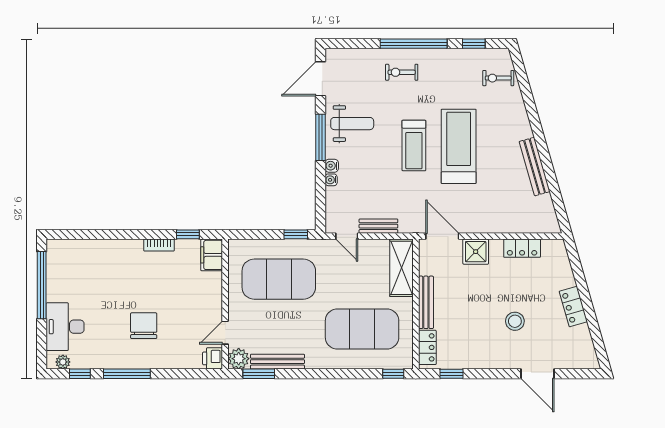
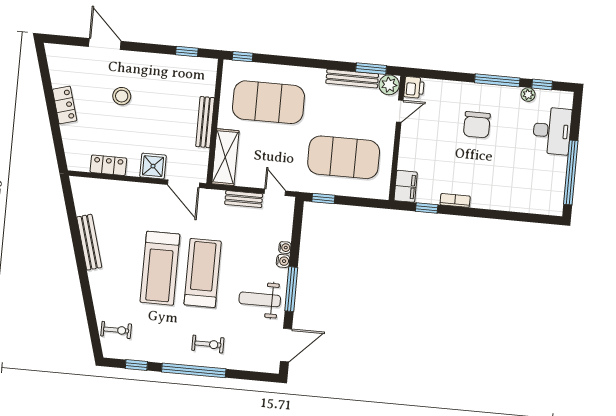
treadmill: (414, 146) -> (203, 273), width x1.37, depth x1.38
locker: (427, 347) -> (208, 79), removed
plant: (63, 362) -> (528, 95), moved

